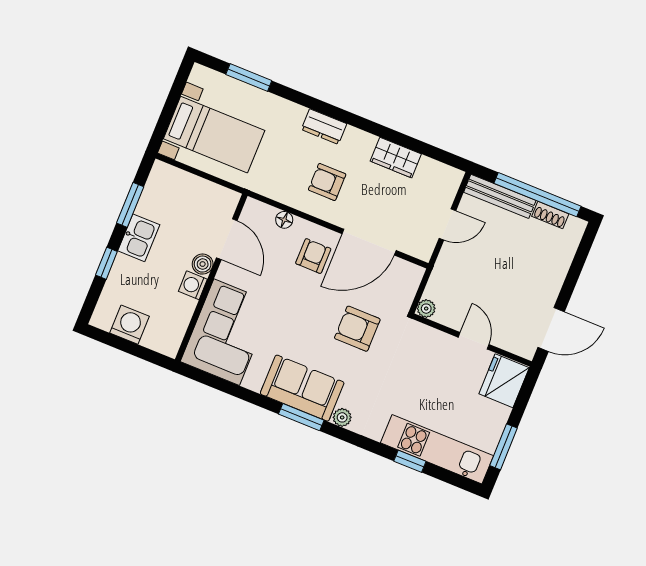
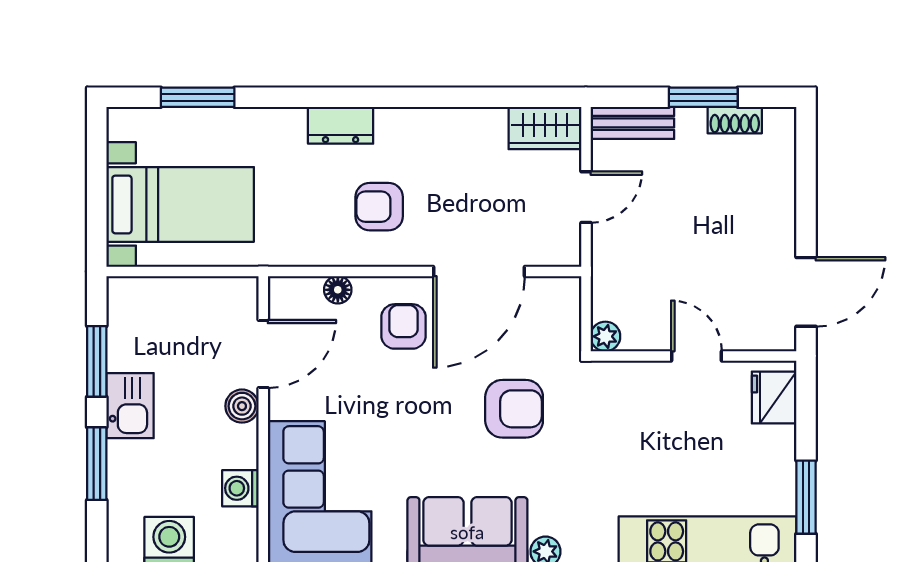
wardrobe: (396, 158) -> (545, 128), moved
window: (537, 195) -> (703, 97), width x0.47
bench: (500, 196) -> (632, 123), width x0.73
door: (227, 239) -> (263, 354), hinge flipped
window: (106, 263) -> (97, 464), width x1.50
washing machine: (193, 285) -> (240, 488), moved
armchair: (357, 329) -> (514, 409), turned 180
fridge: (504, 381) -> (774, 397), width x0.73, depth x0.75

